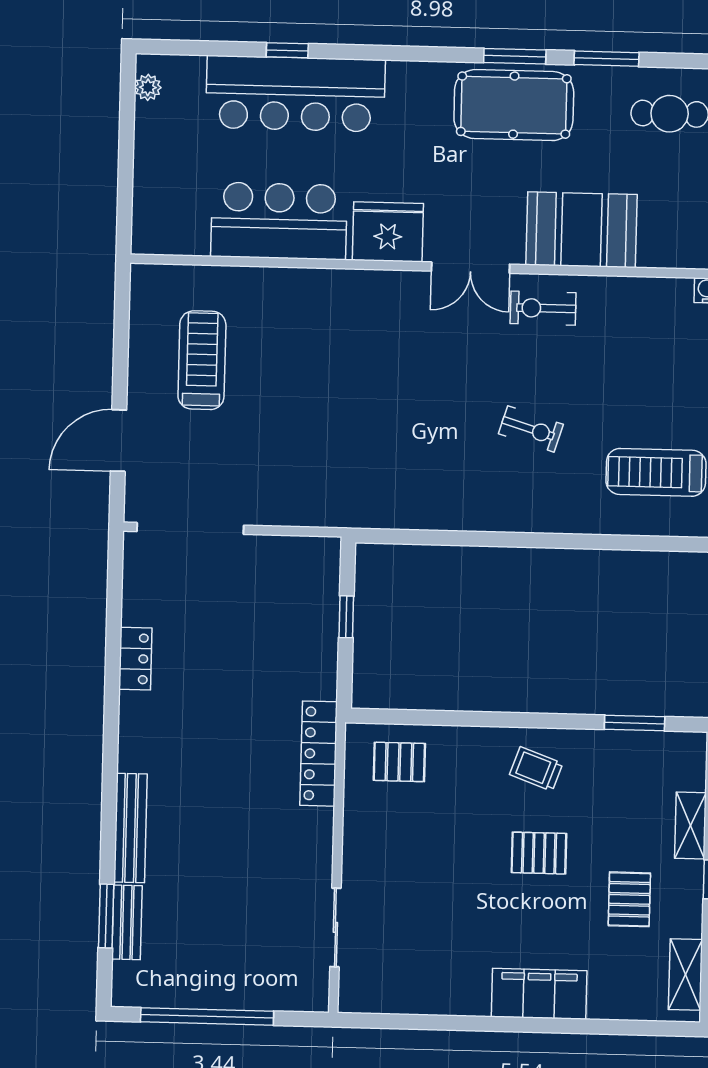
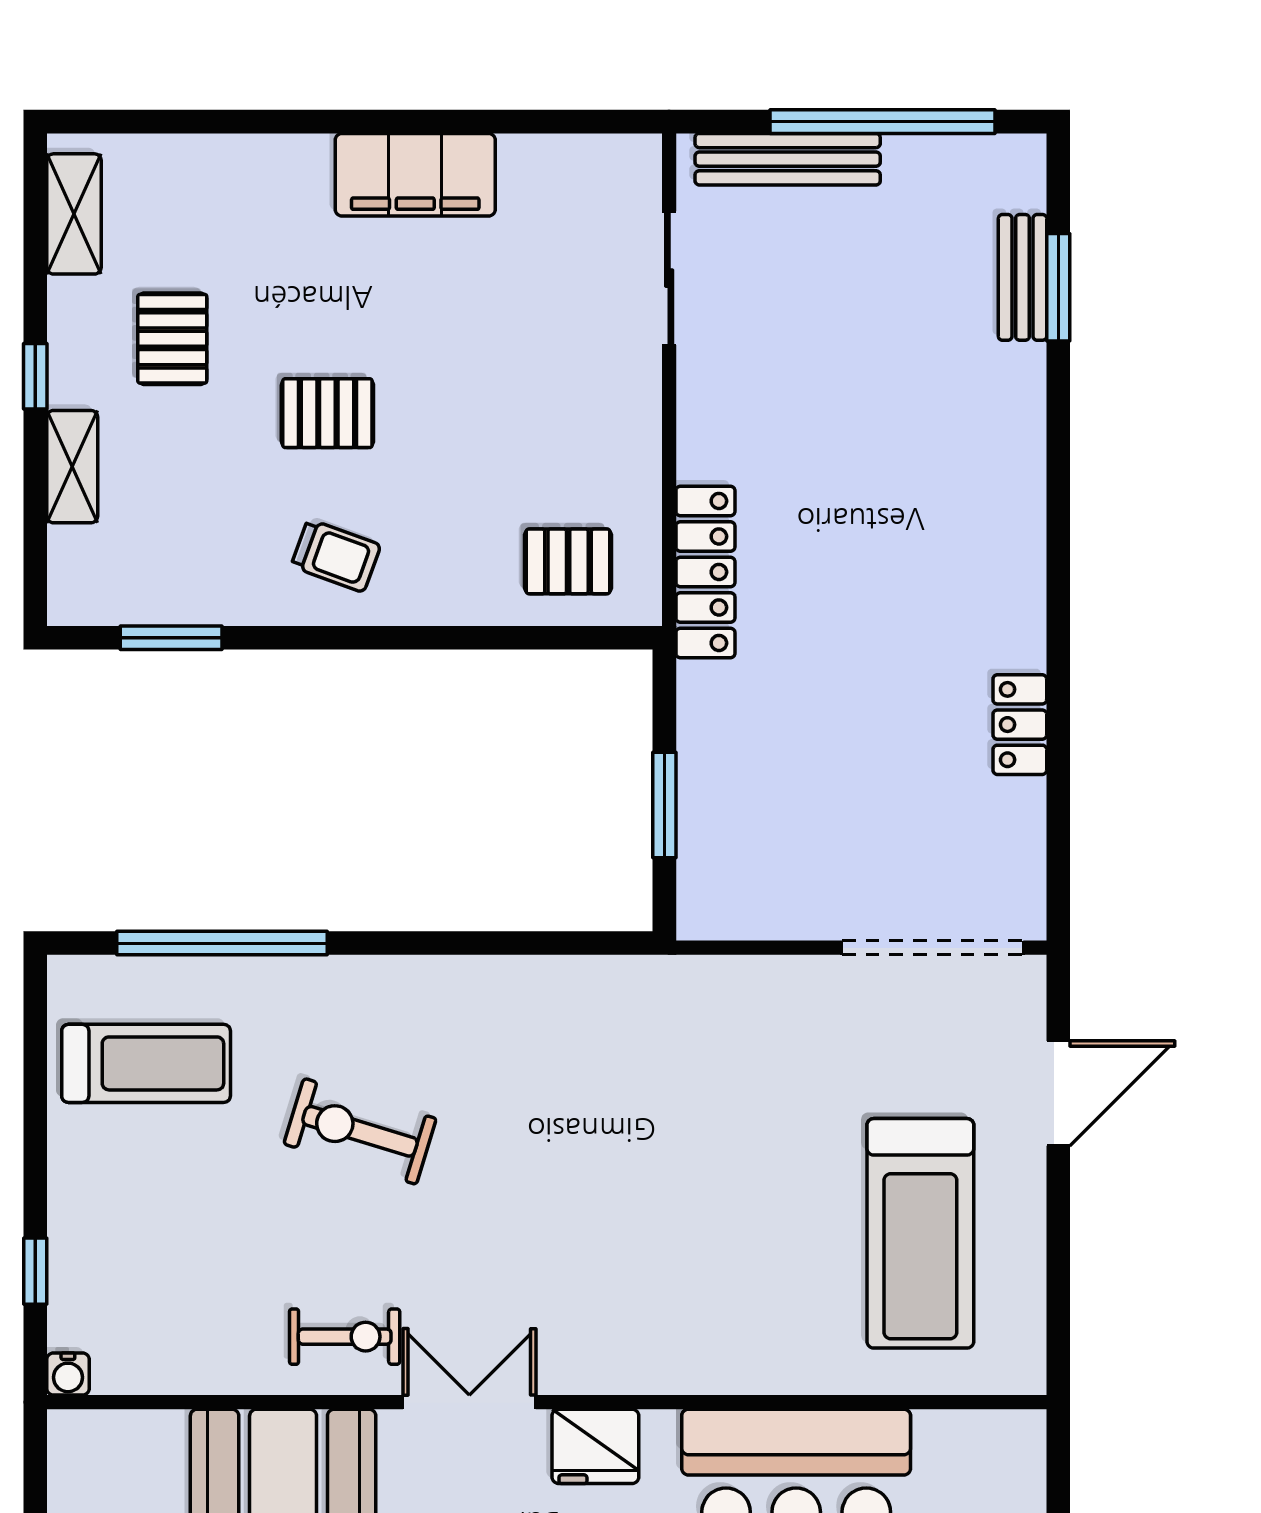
fridge: (388, 232) -> (595, 1446), width x0.73, depth x0.75
treadmill: (202, 360) -> (920, 1233), width x1.37, depth x1.38
exercise bike: (531, 429) -> (360, 1131), width x1.38, depth x1.39
window: (609, 542) -> (222, 943), added
window: (346, 617) -> (664, 805), width x1.50
bench: (131, 828) -> (788, 159), moved, turned 90
filing cabinet: (539, 994) -> (415, 175), moved

